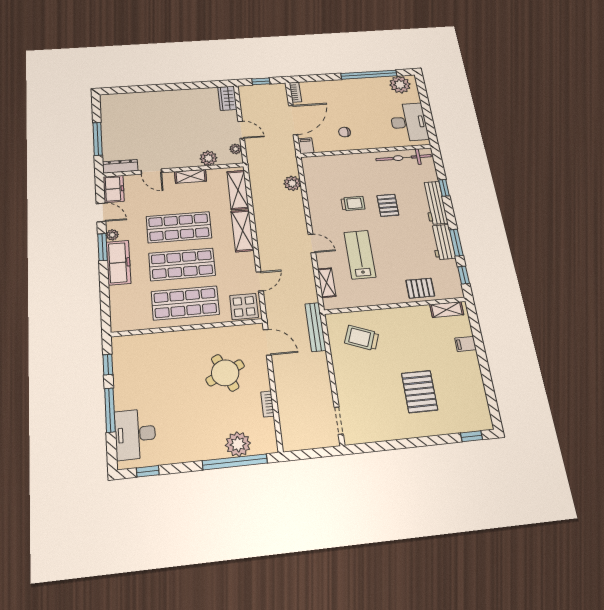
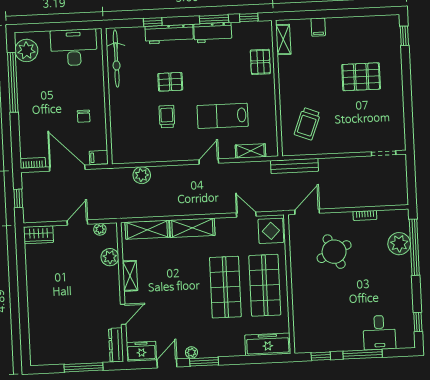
shop shelf: (179, 227) -> (186, 289), removed
freezer: (119, 263) -> (268, 344), moved
desk: (135, 434) -> (379, 333), width x0.73

